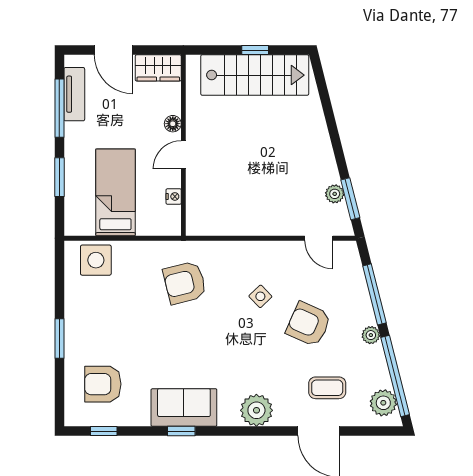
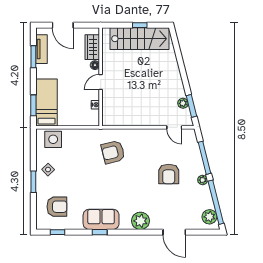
wardrobe: (158, 68) -> (92, 47), moved, turned 90
window: (59, 108) -> (33, 57), width x0.69
window: (59, 177) -> (33, 105), moved
bed: (115, 192) -> (47, 102), moved
armchair: (185, 283) -> (113, 152), moved
side table: (260, 296) -> (48, 170), moved
armchair: (309, 324) -> (169, 174), turned -114
armchair: (103, 384) -> (57, 207), turned 180
coffee table: (327, 388) -> (179, 209), removed

